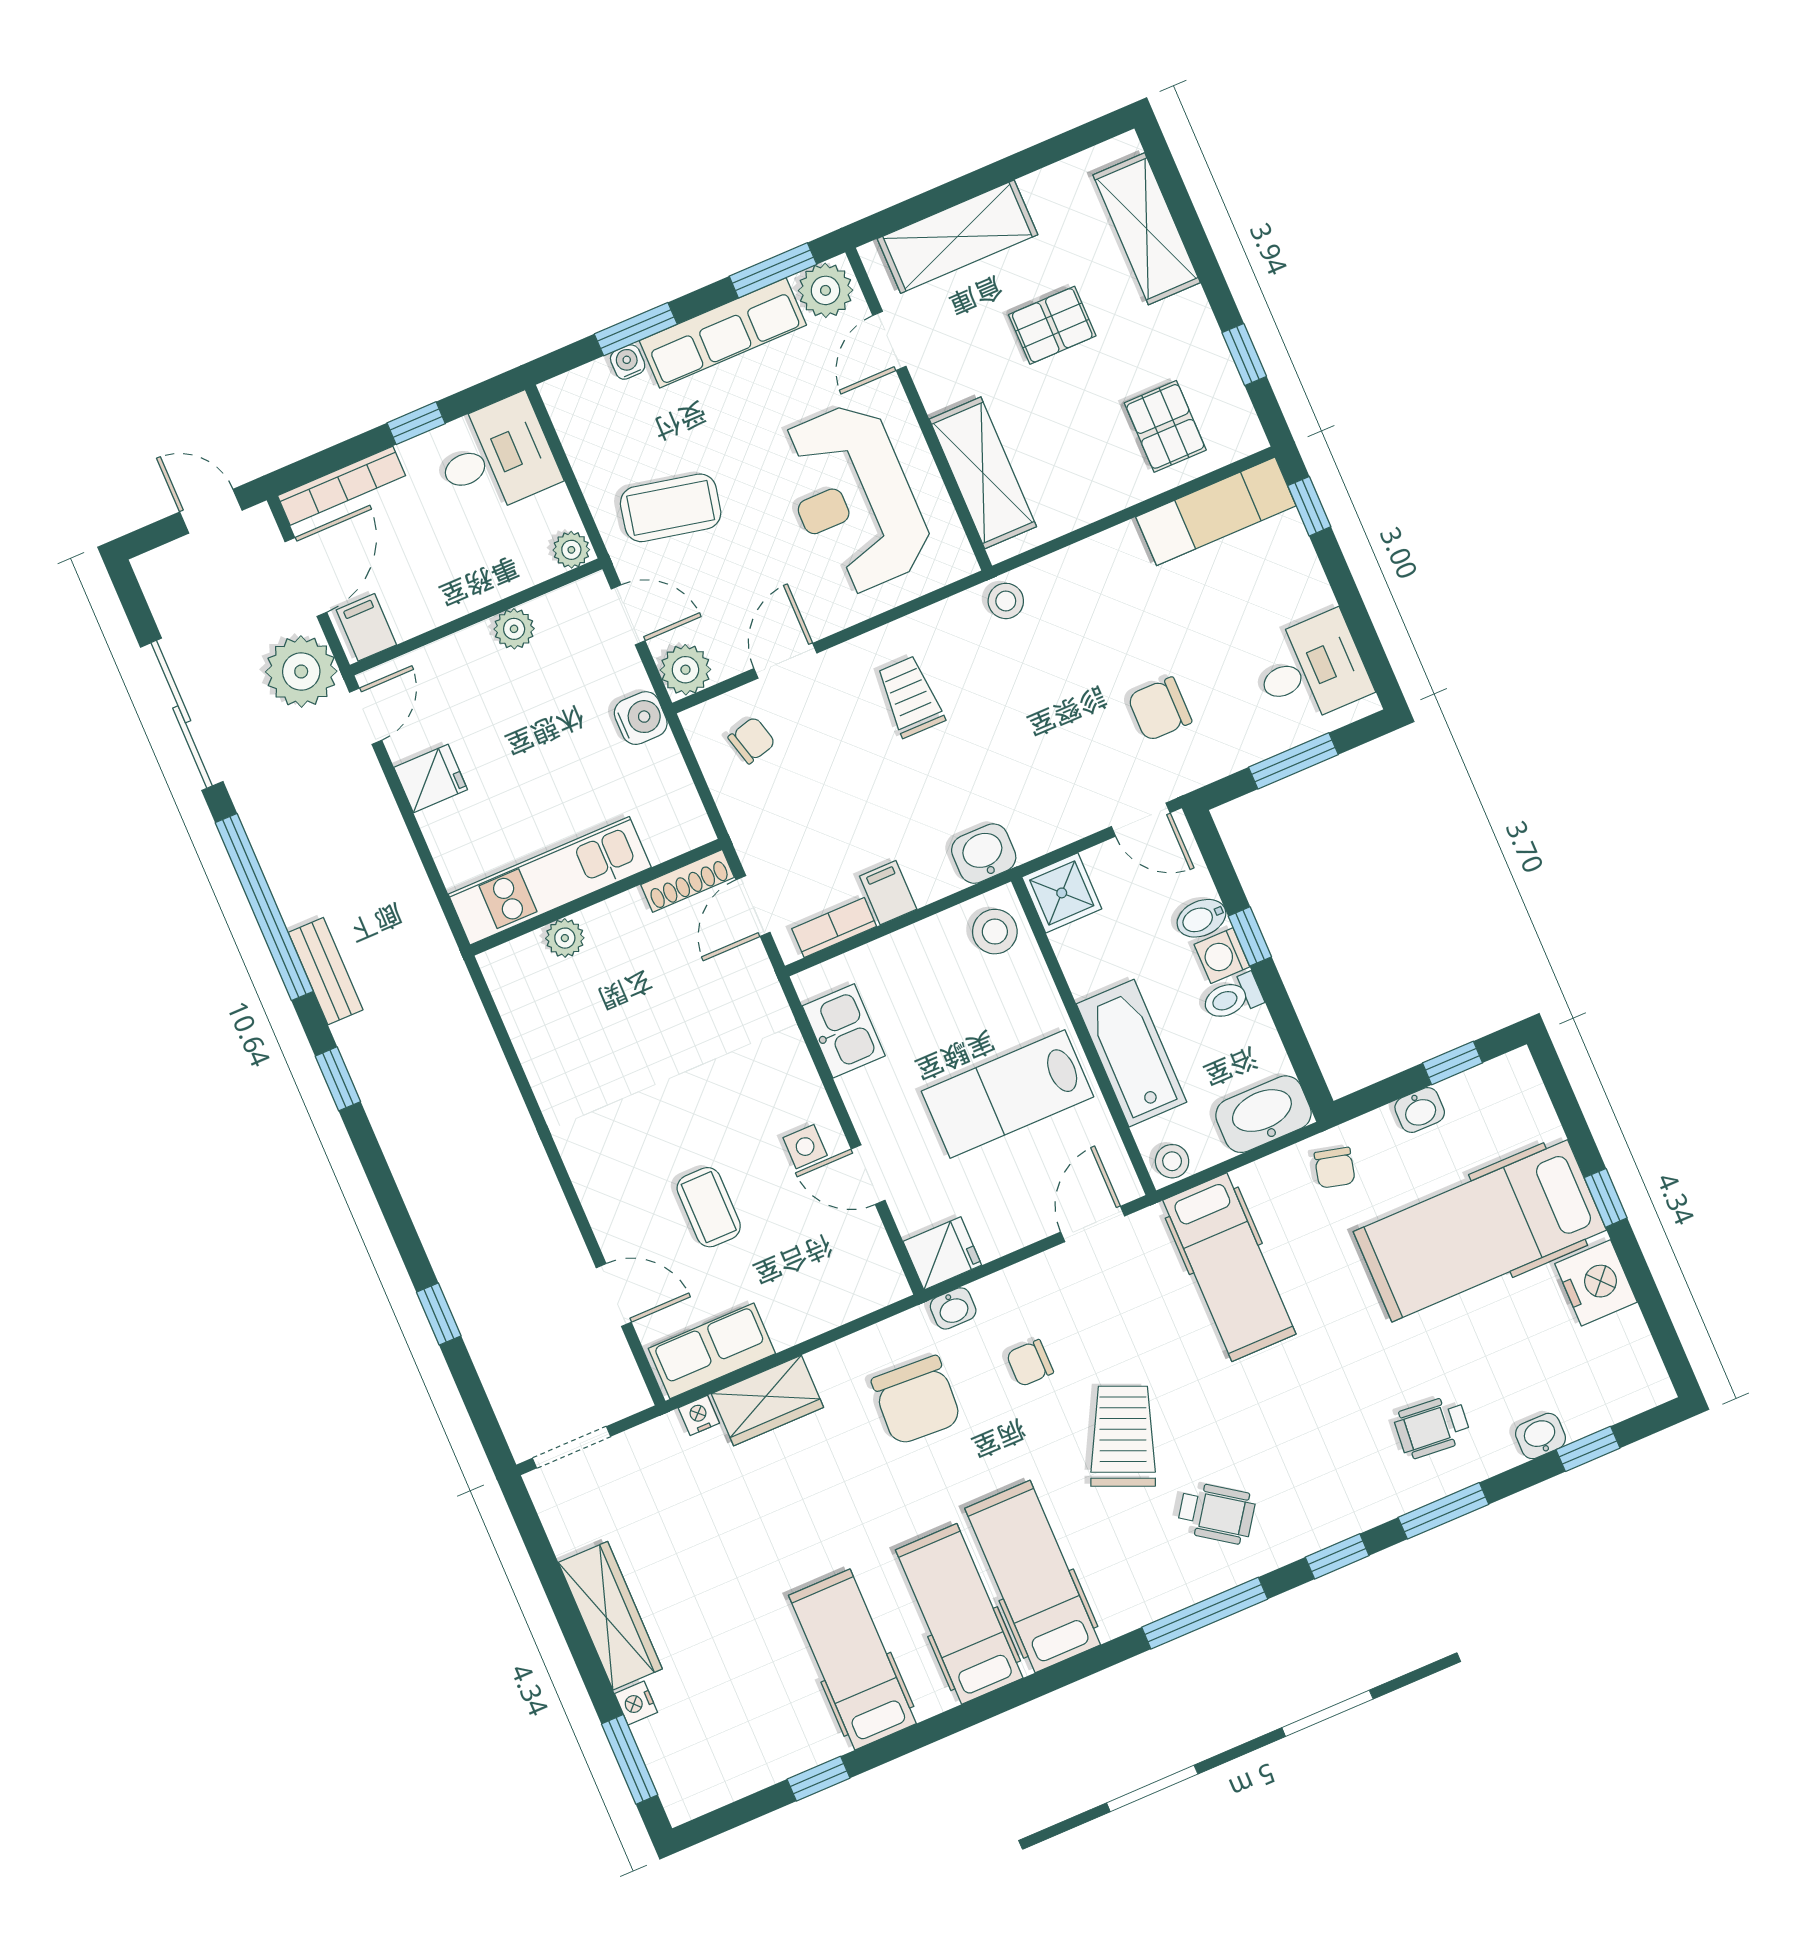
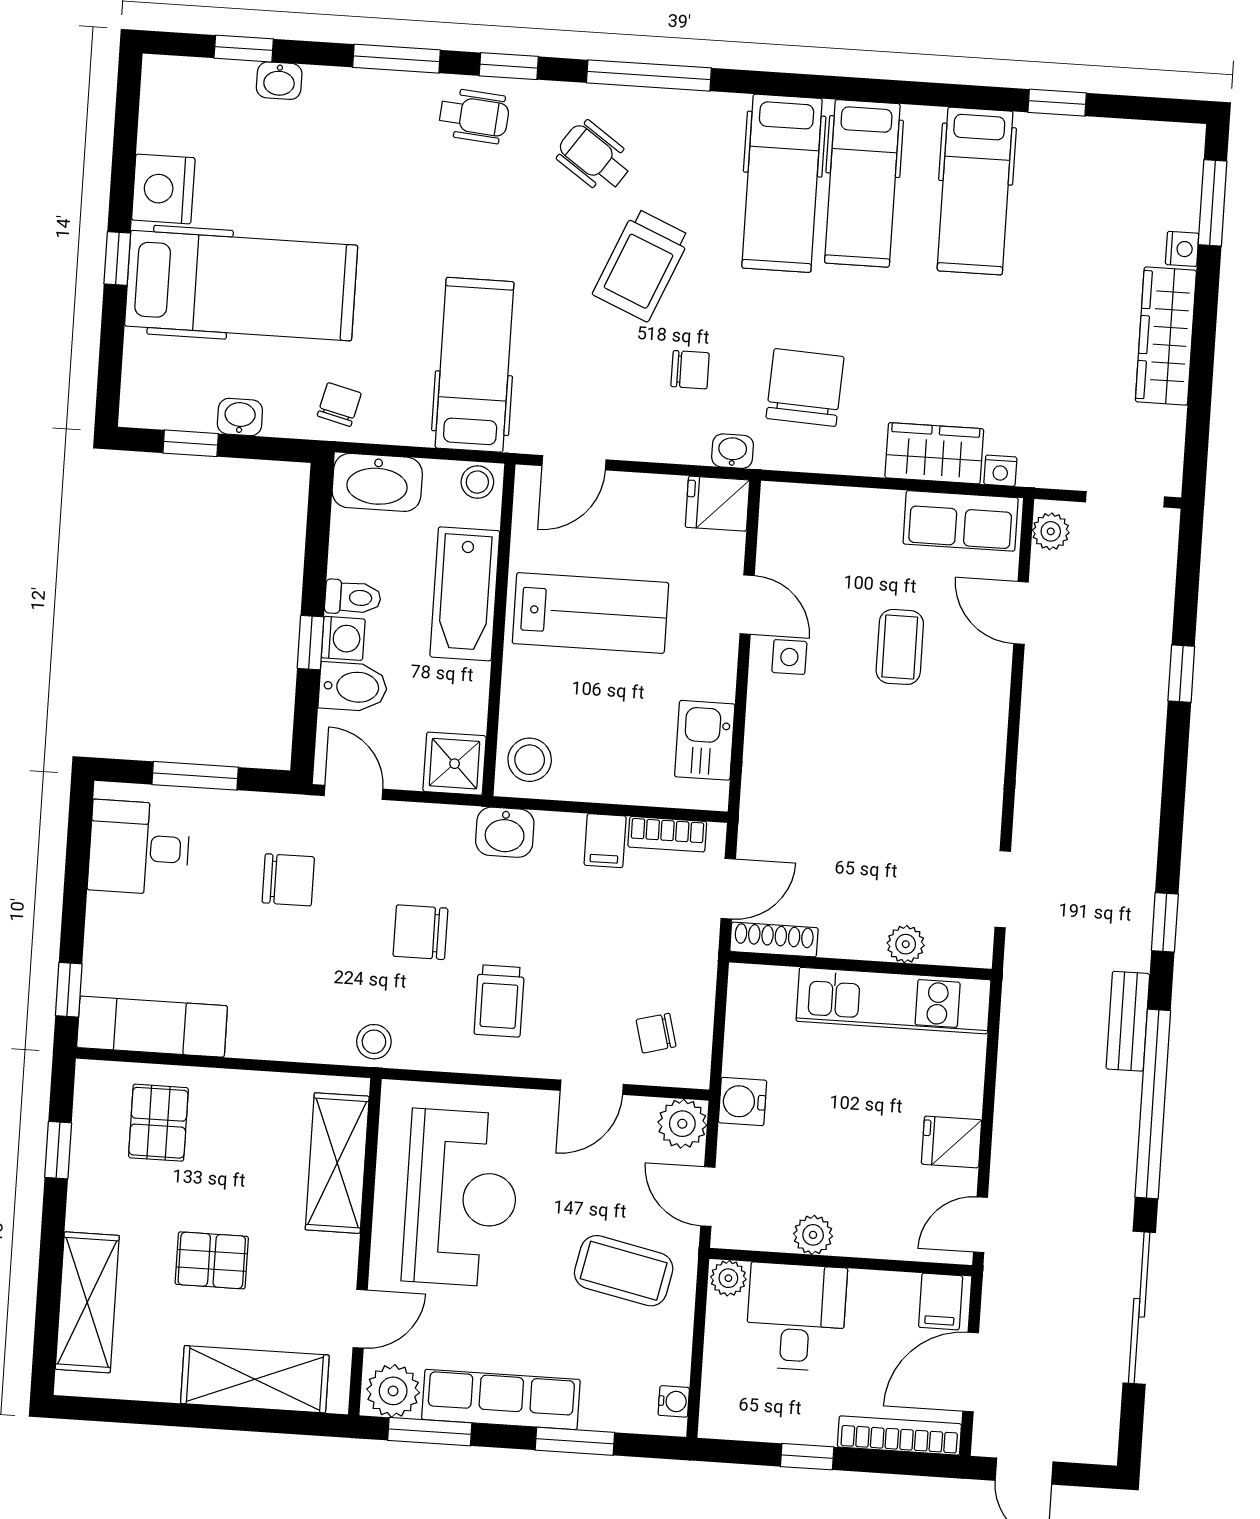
water cooler: (628, 362) -> (674, 1401), moved, turned -90
desk: (496, 456) -> (796, 1317), moved, turned 90
plant: (301, 672) -> (1051, 531), moved, width x0.53, depth x0.53
chair: (1014, 723) -> (420, 932), added
bidet: (1201, 918) -> (353, 687), width x1.38, depth x1.36
doorway: (502, 1033) -> (1003, 889), added
wheelchair: (1432, 1427) -> (474, 116), moved

